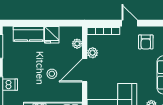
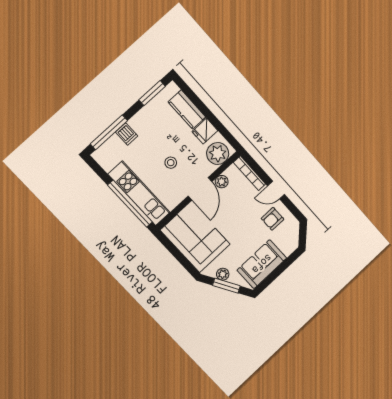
door: (130, 23) -> (276, 190), swing flipped
plant: (77, 44) -> (218, 154), width x1.88, depth x1.88
door: (85, 70) -> (200, 189), swing flipped

